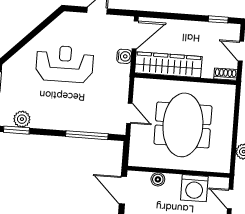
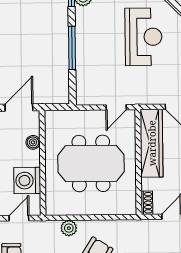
water cooler: (124, 56) -> (156, 97), removed
door: (129, 113) -> (116, 107), moved
window: (87, 135) -> (72, 48), moved

